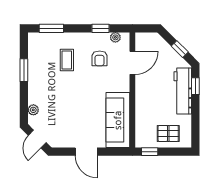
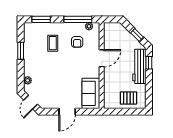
window: (100, 28) -> (78, 19), width x2.17
door: (132, 63) -> (102, 58), moved
sofa: (118, 120) -> (91, 93), width x0.73
door: (86, 152) -> (67, 112), hinge flipped
window: (150, 152) -> (115, 112), removed

